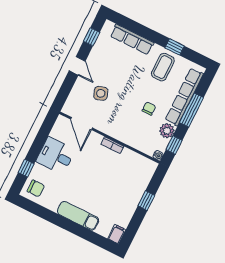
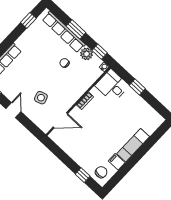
window: (175, 47) -> (28, 20), moved
door: (77, 66) -> (13, 110), hinge flipped
coffee table: (163, 67) -> (35, 42), removed
window: (191, 110) -> (76, 29), width x0.69
desk: (56, 156) -> (112, 86), moved, turned 90
filing cabinet: (117, 234) -> (117, 162), moved

